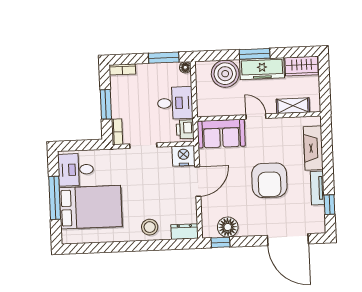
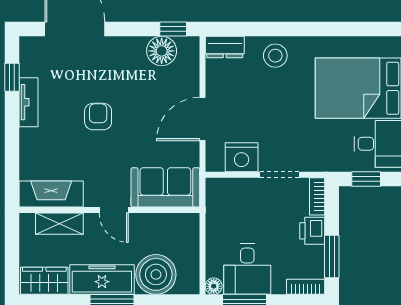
desk: (175, 103) -> (247, 269), moved, turned -90
window: (106, 104) -> (332, 256), moved
printer: (185, 129) -> (312, 231), moved, turned 180
window: (84, 145) -> (366, 179), added
fireplace: (313, 148) -> (51, 194), moved, turned -90
nightstand: (184, 156) -> (242, 157), moved
armchair: (269, 180) -> (98, 117), width x0.53, depth x0.53

